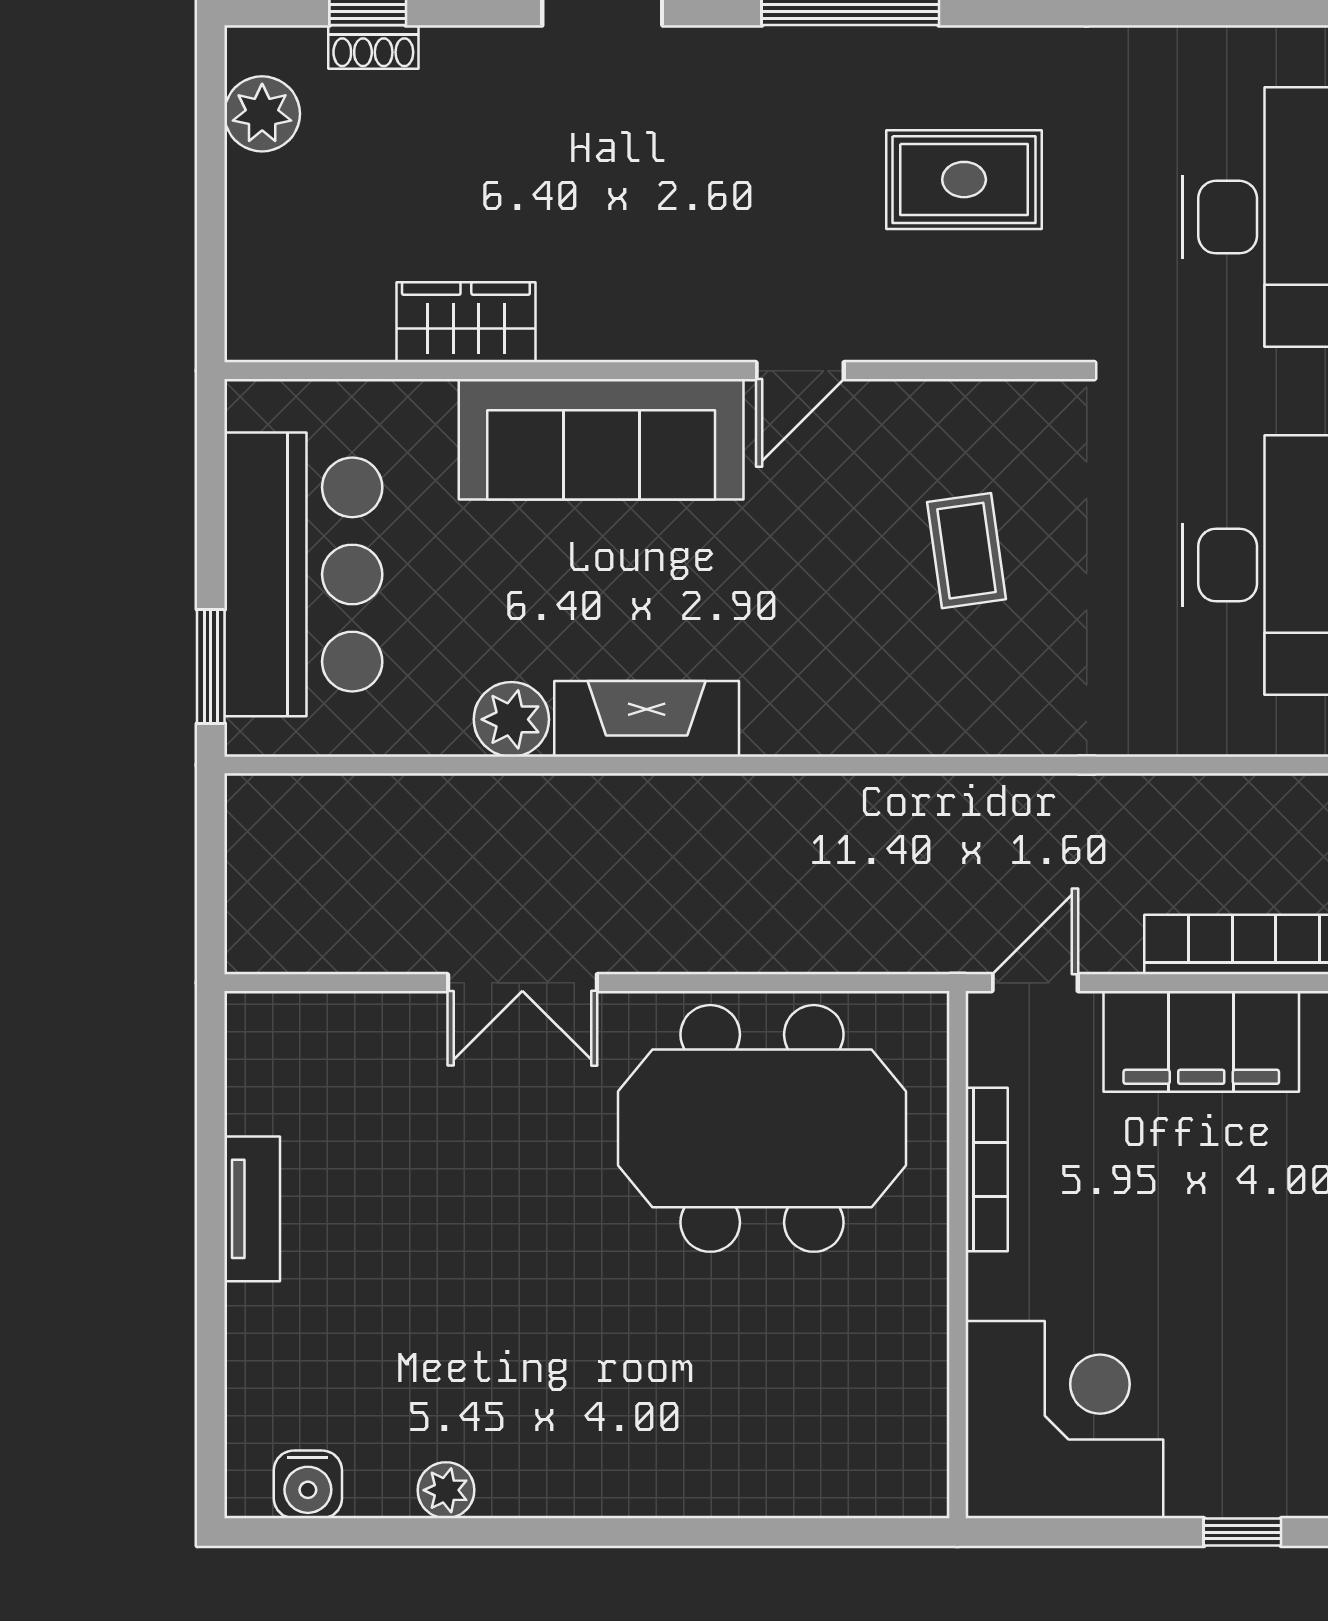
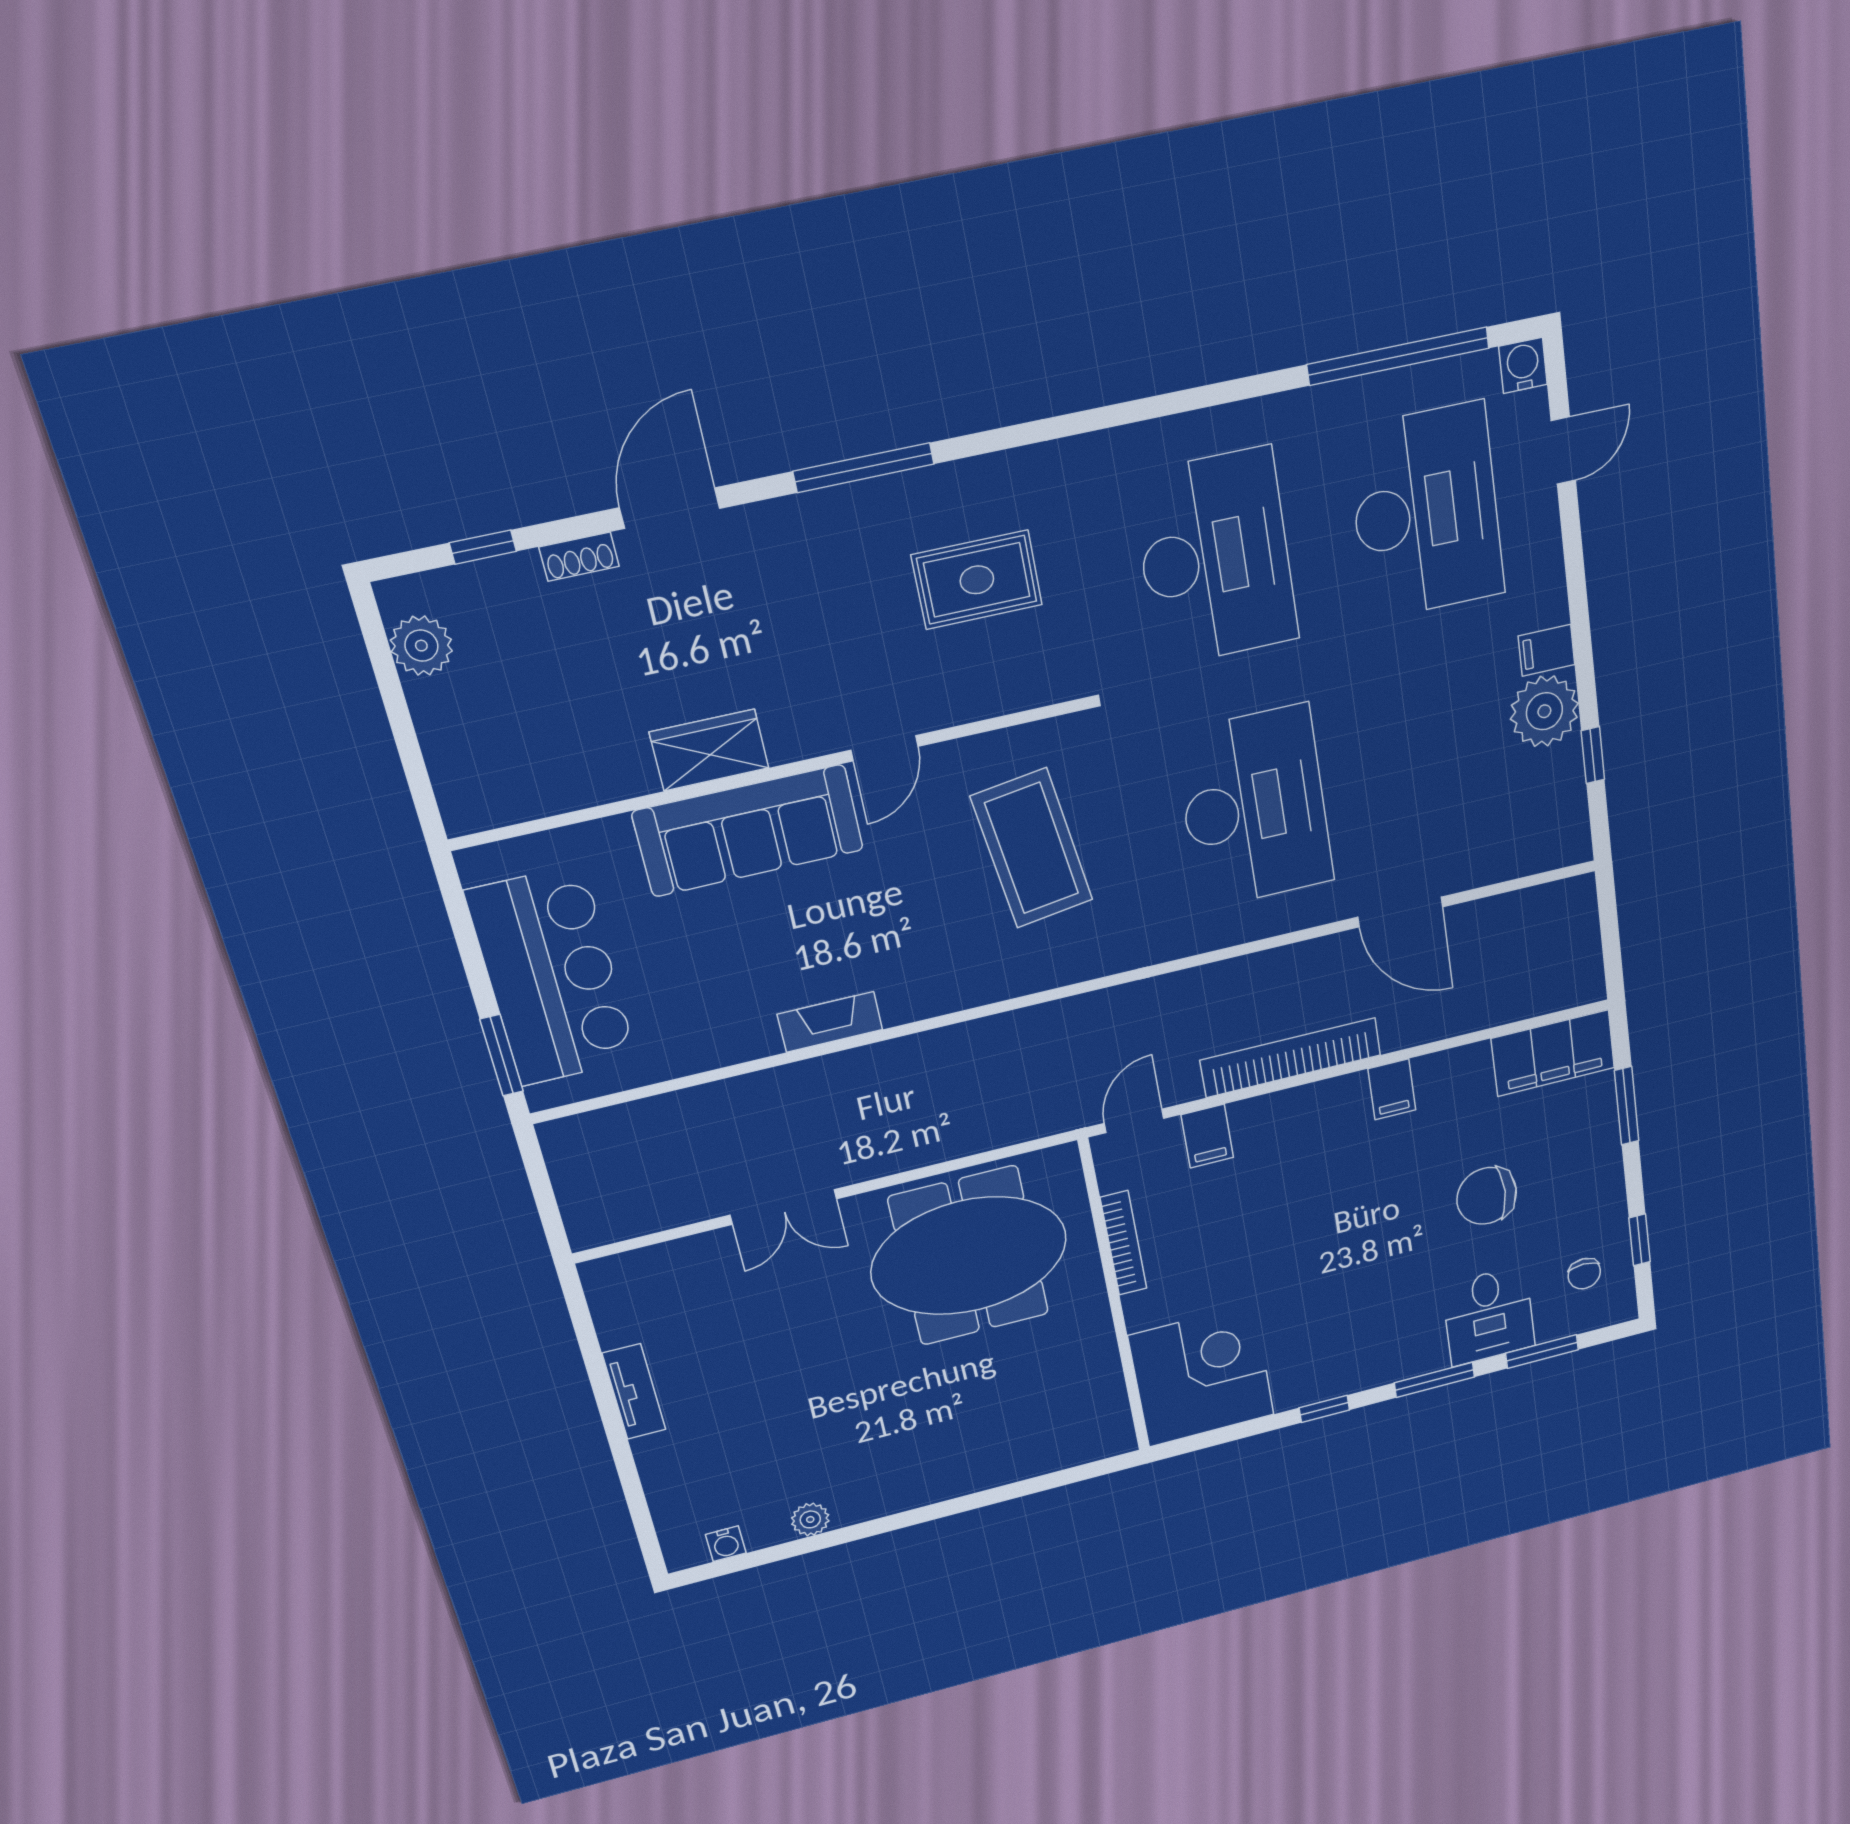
shoe rack: (373, 47) -> (579, 557), moved
wardrobe: (466, 322) -> (709, 750), moved
coffee table: (967, 551) -> (1032, 848), width x1.86, depth x1.72
plant: (511, 719) -> (732, 1039), removed
fireplace: (647, 719) -> (830, 1022), width x0.73, depth x0.76
filing cabinet: (1201, 1041) -> (1207, 1136), width x0.33, depth x0.86
water cooler: (308, 1484) -> (726, 1544), width x0.72, depth x0.72

